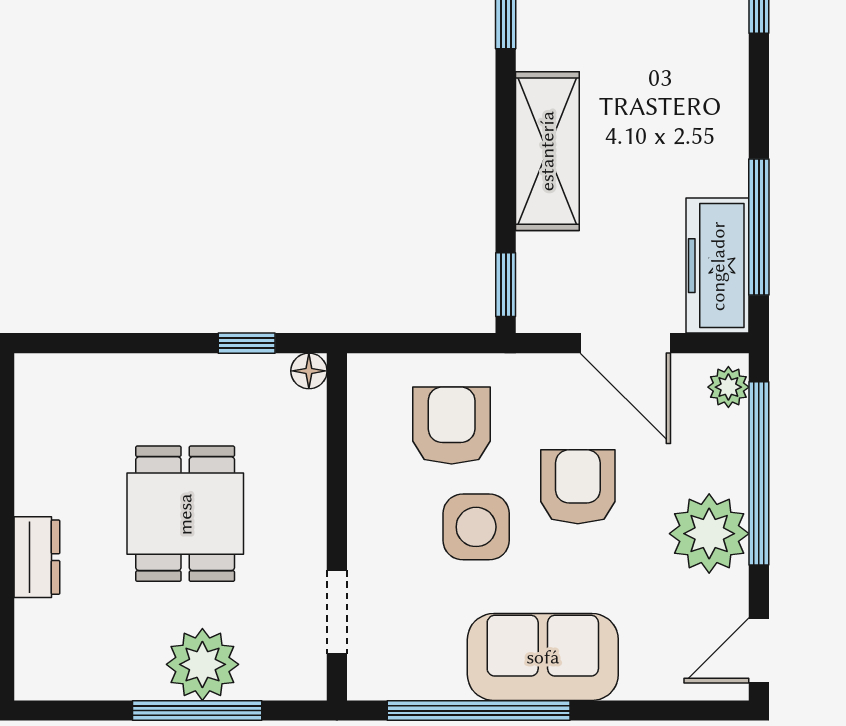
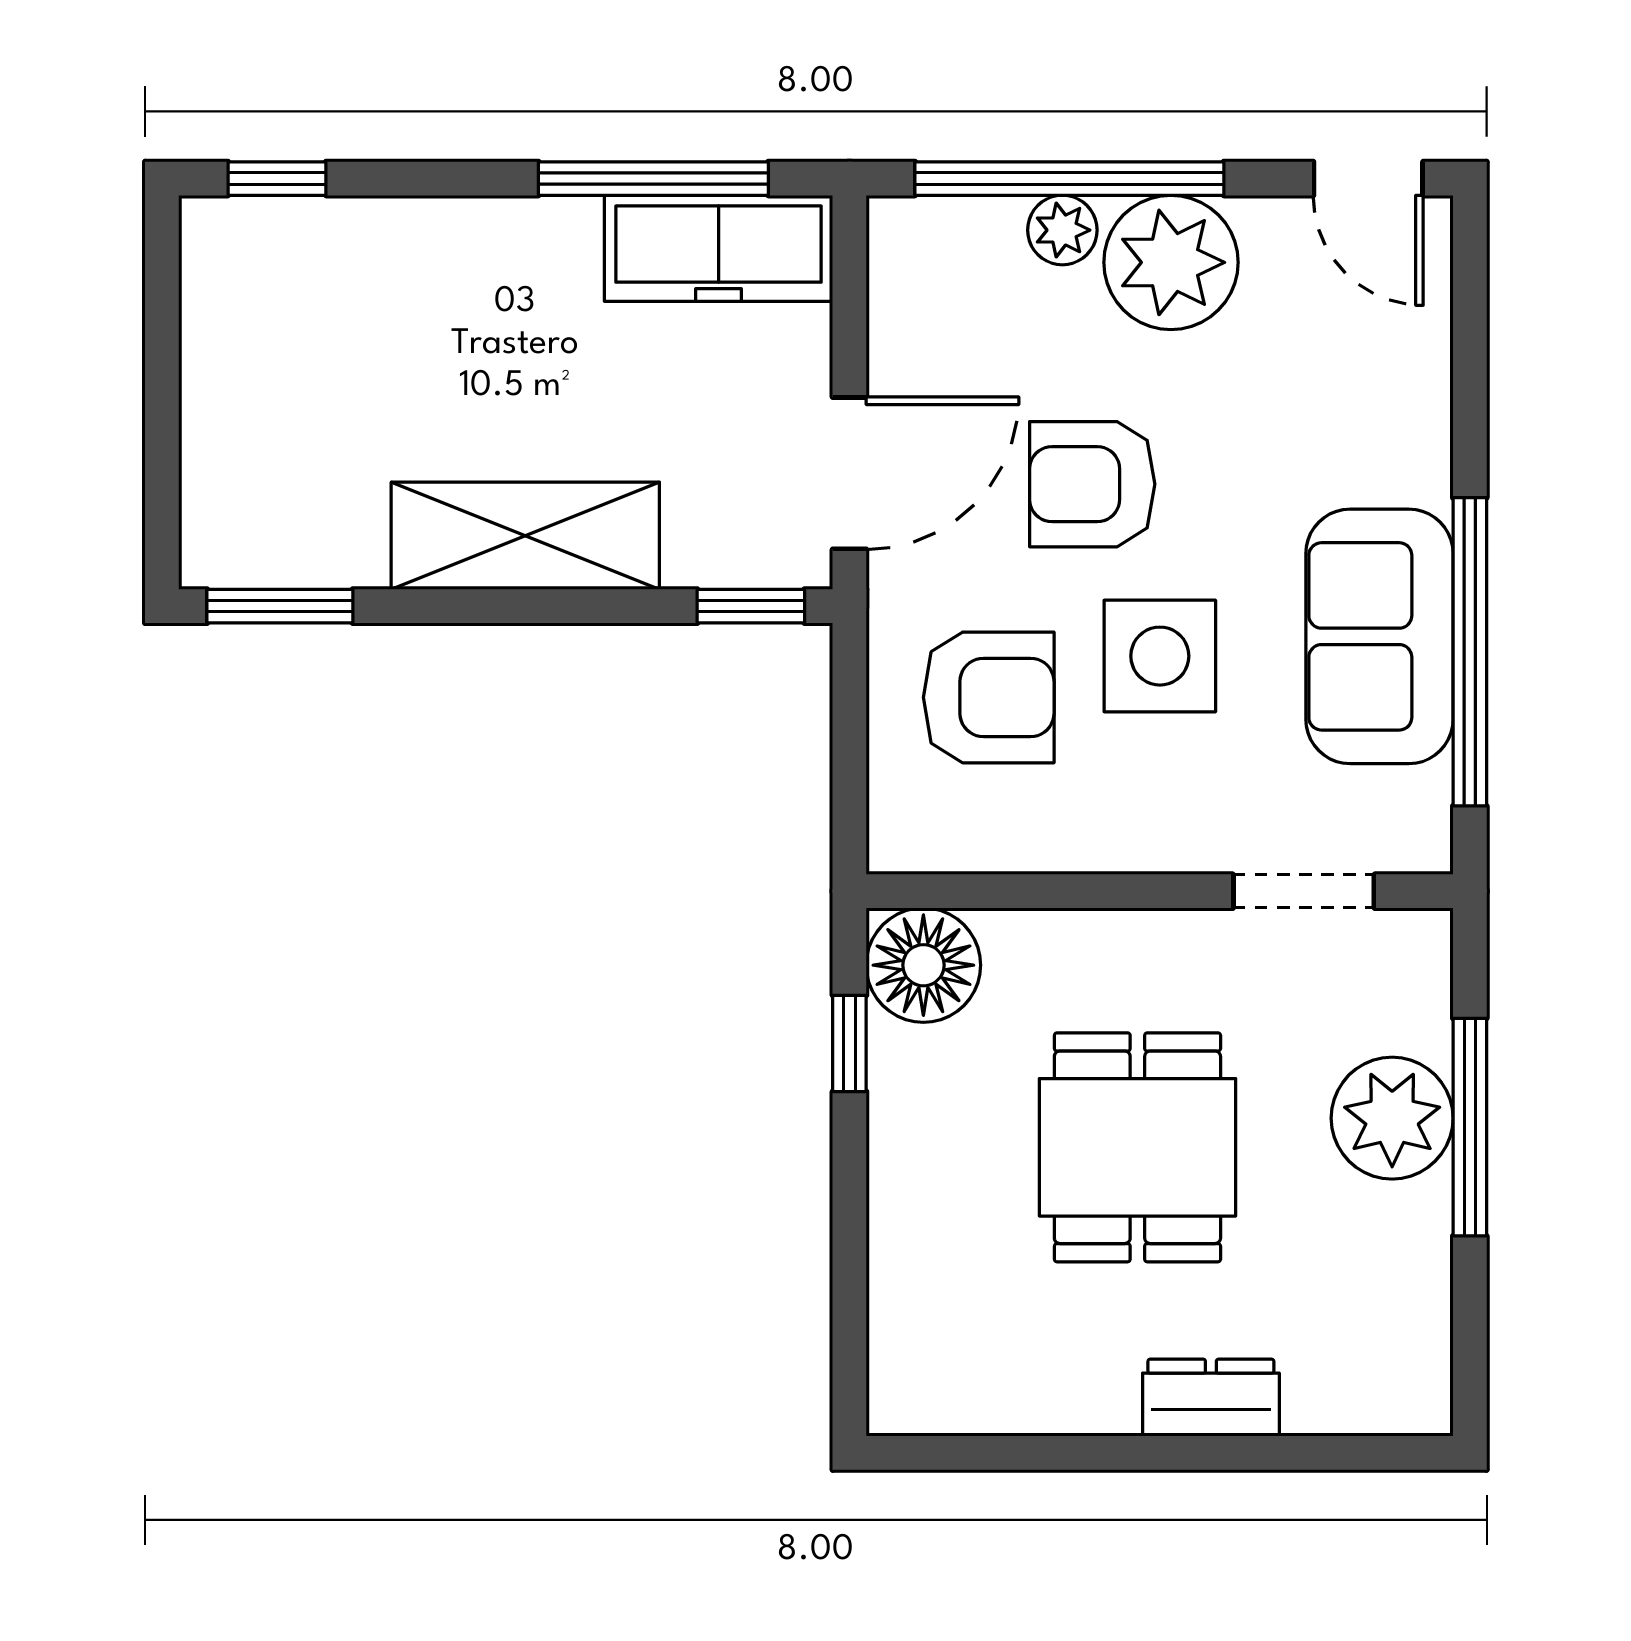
door: (625, 343) -> (849, 473), moved
floor lamp: (309, 371) -> (923, 965), width x1.89, depth x1.89
plant: (728, 387) -> (1062, 230), moved
armchair: (452, 426) -> (989, 697), turned 180
dining table: (185, 514) -> (1137, 1147), turned 90
sofa: (543, 657) -> (1379, 636), moved

